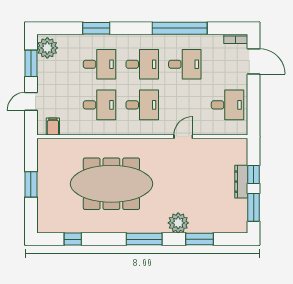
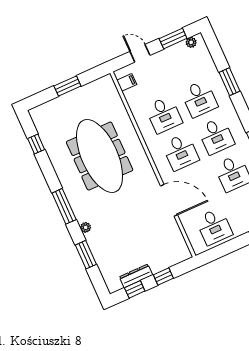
plant: (47, 48) -> (191, 42), width x0.53, depth x0.53
door: (183, 137) -> (169, 200), width x1.87
dresser: (241, 182) -> (136, 276), moved
window: (254, 207) -> (135, 289), width x0.67
plant: (178, 223) -> (86, 227), width x0.53, depth x0.53

